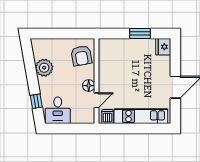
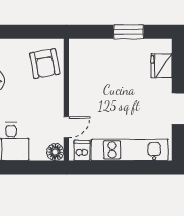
fridge: (163, 47) -> (162, 66), moved
floor lamp: (89, 86) -> (55, 152), moved

